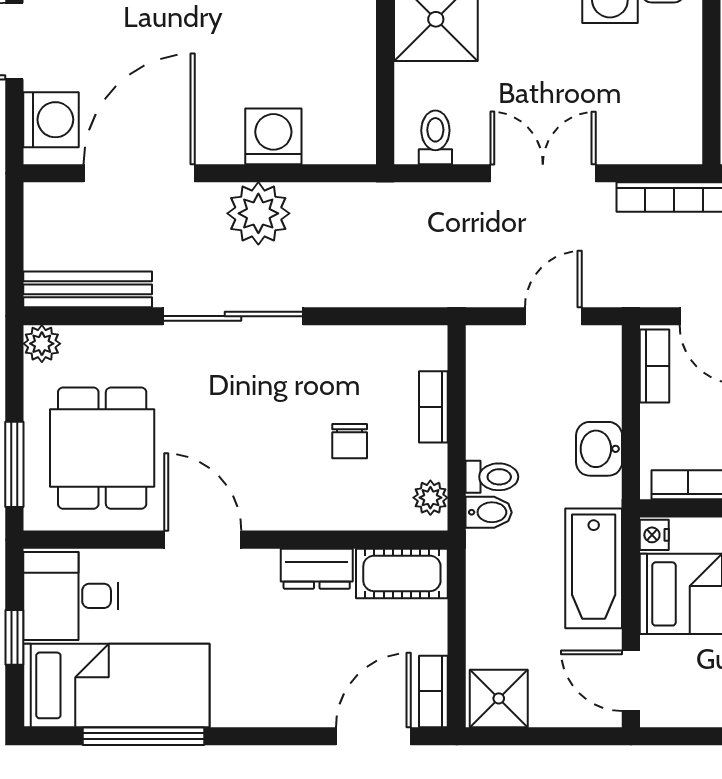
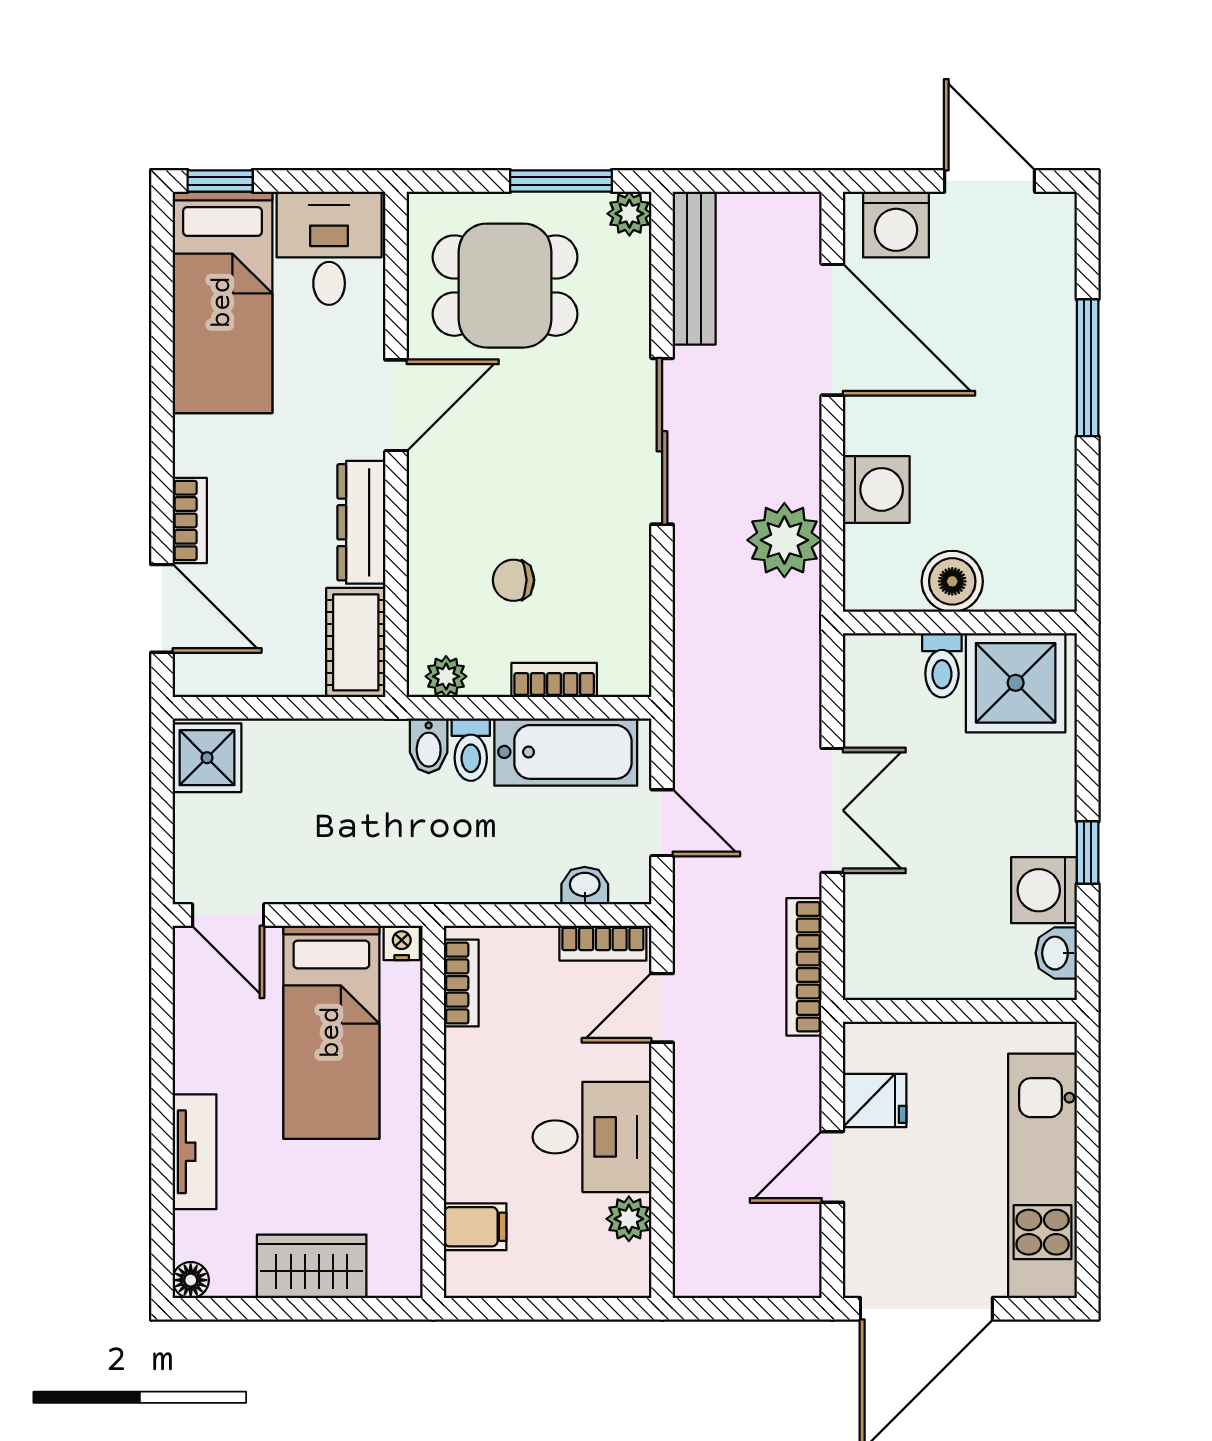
boiler: (351, 73) -> (952, 581), added
toilet: (435, 137) -> (942, 665), moved, turned 90
plant: (258, 213) -> (784, 540), moved
washbasin: (599, 449) -> (585, 886), moved, width x0.72, depth x0.69
window: (14, 464) -> (561, 181), moved
bathtub: (594, 568) -> (566, 752), moved, turned 180
dresser: (317, 569) -> (361, 522), width x1.44
window: (14, 637) -> (220, 181), moved
door: (631, 681) -> (228, 915), swing flipped
bookcase: (433, 691) -> (190, 520), moved, turned 90
window: (143, 736) -> (162, 335), removed

